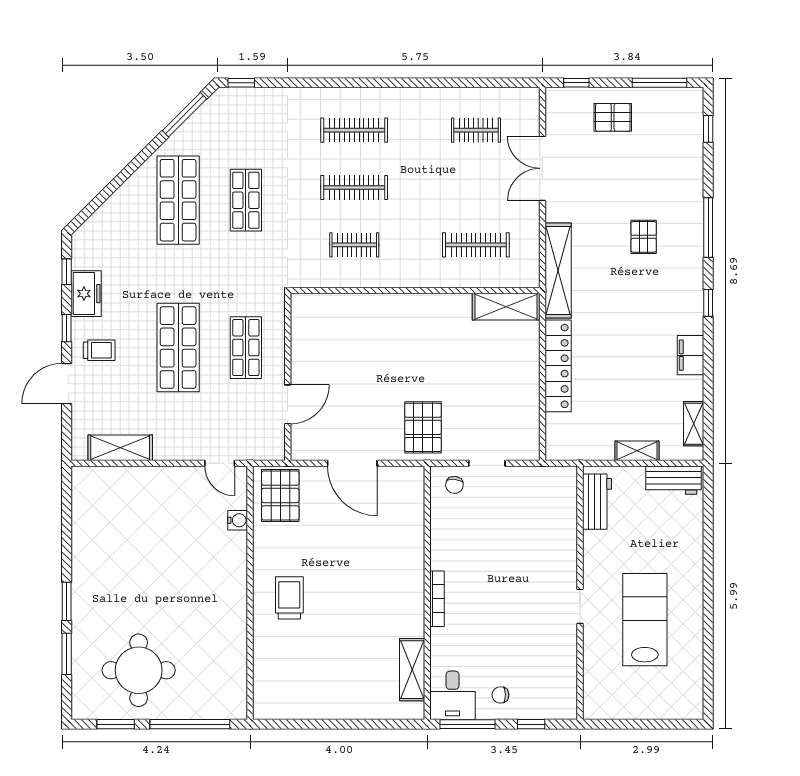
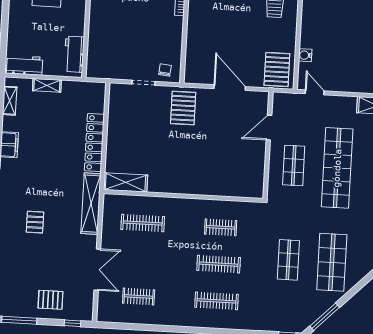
shop shelf: (178, 348) -> (337, 168), width x1.40

